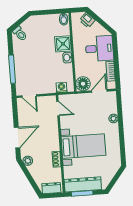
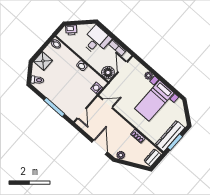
shower: (63, 44) -> (43, 61), moved
door: (29, 96) -> (82, 113), hinge flipped
bed with nightstands: (83, 146) -> (154, 101), moved, turned 180

